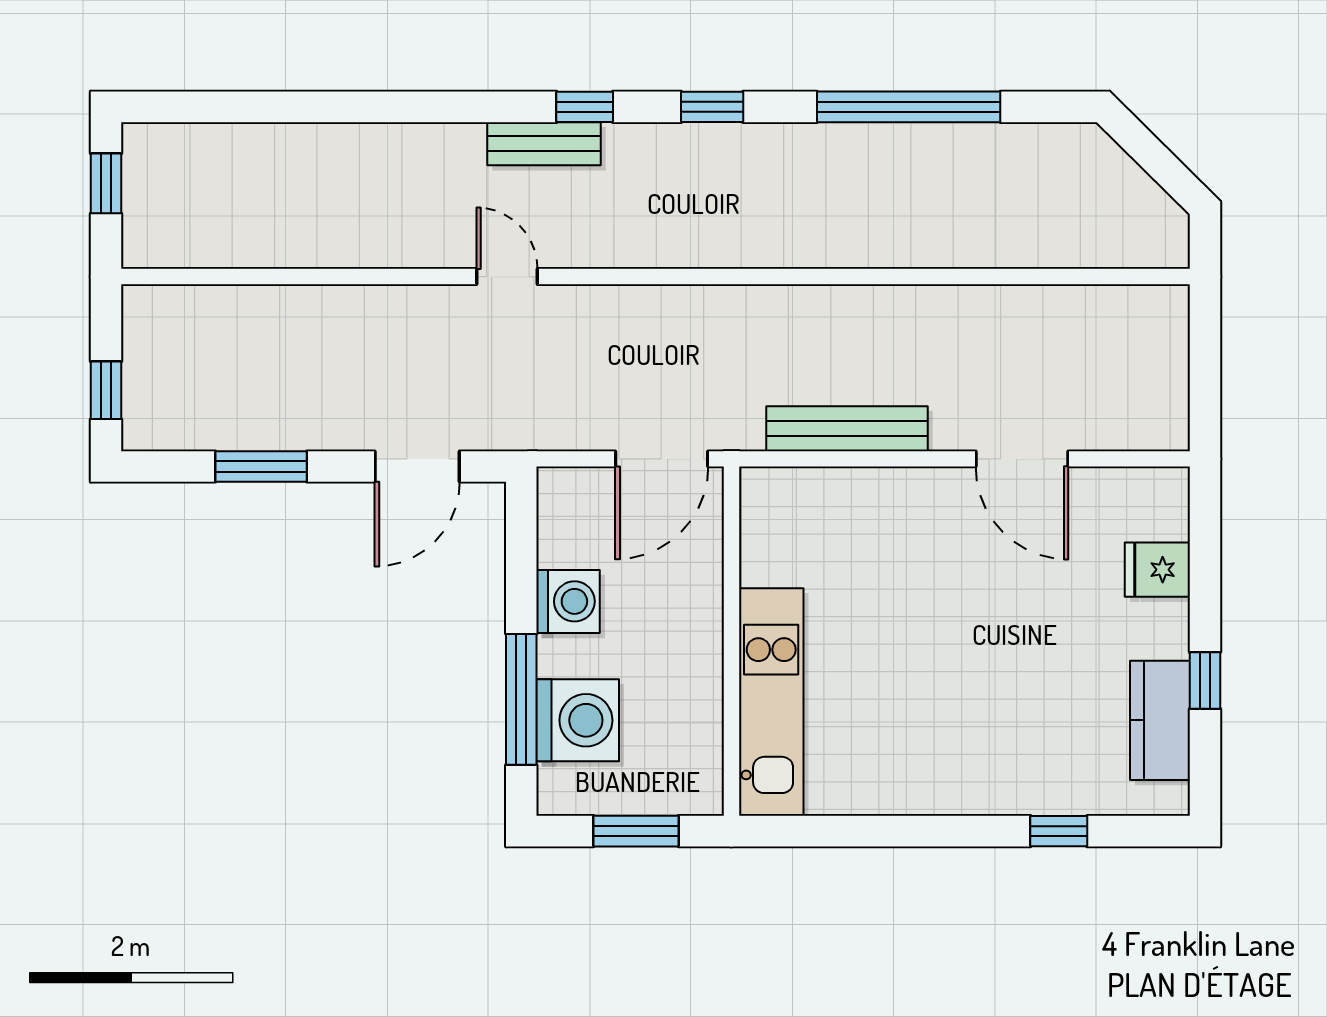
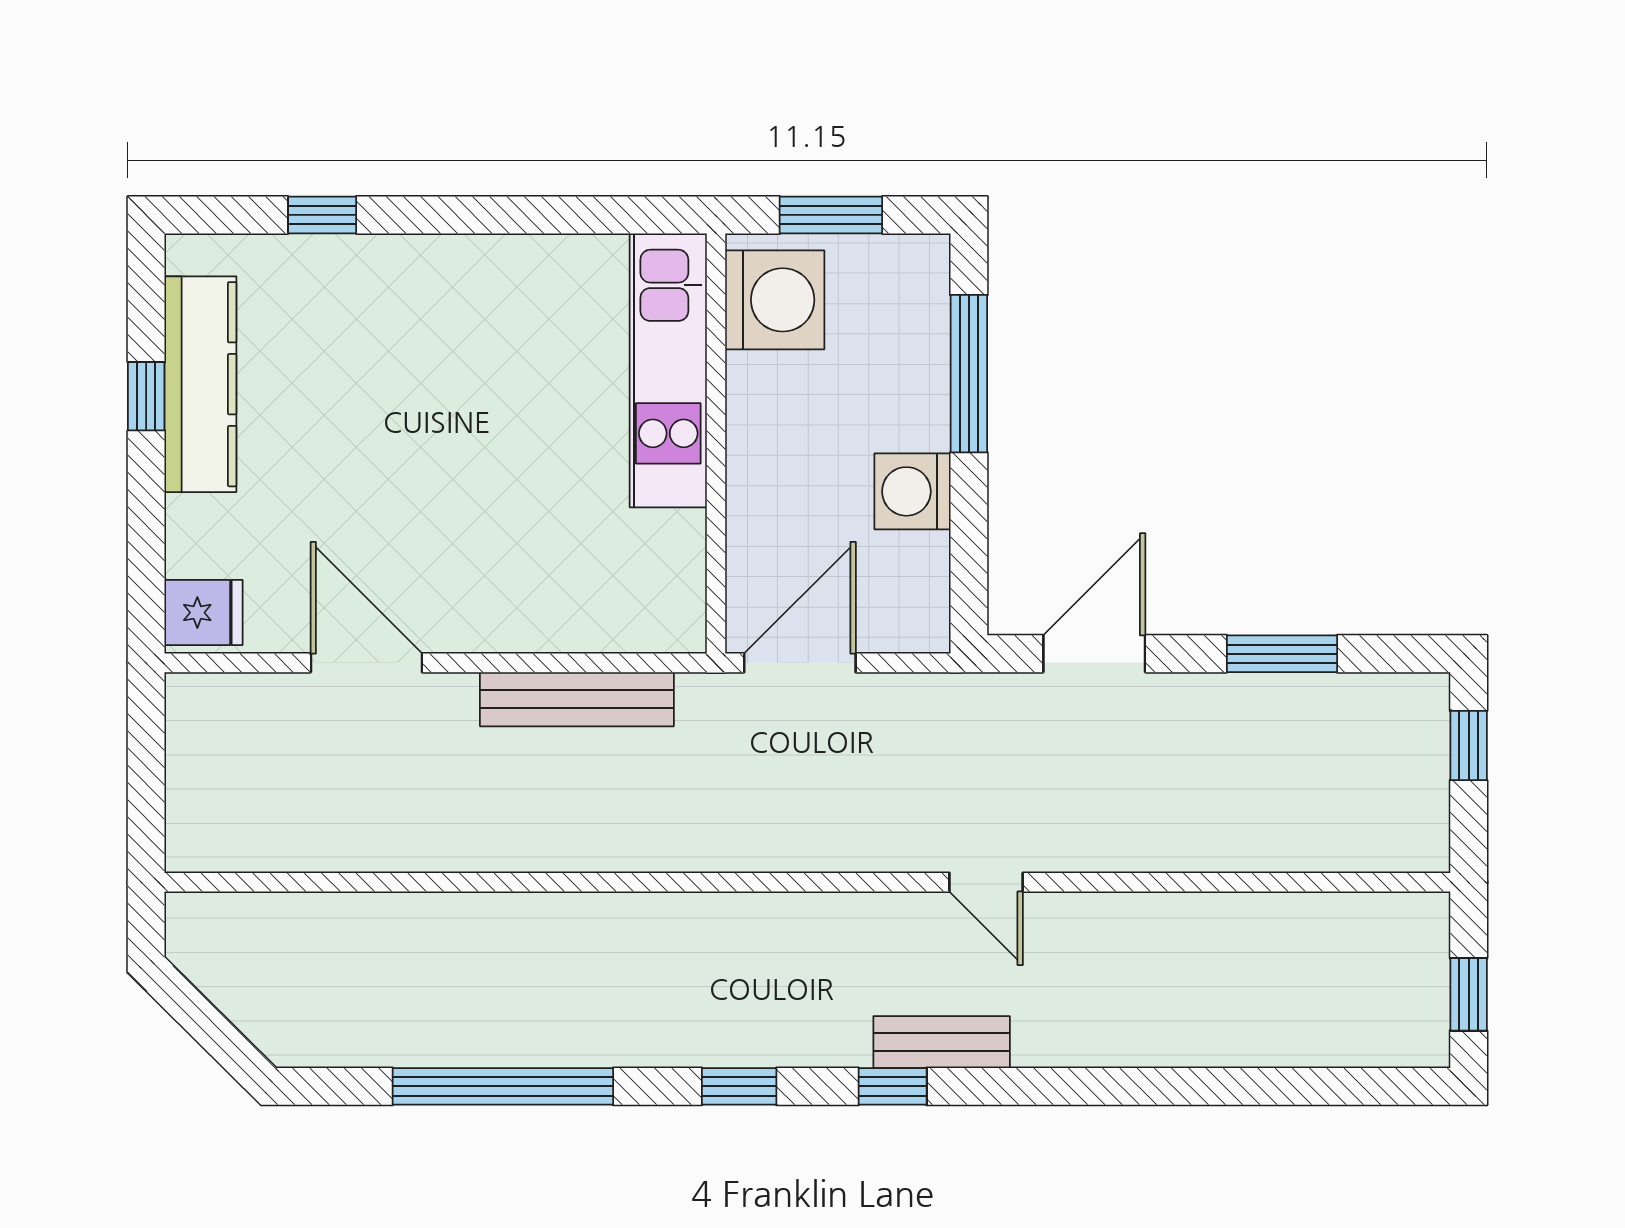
fridge: (1157, 570) -> (203, 613), moved
washing machine: (578, 720) -> (775, 300), moved, turned 180
kitchen counter: (1160, 720) -> (200, 384), width x1.50

